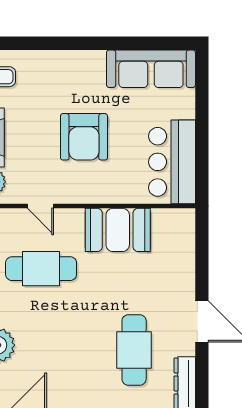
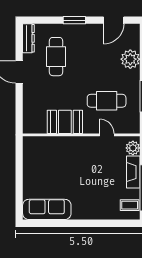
armchair: (84, 137) -> (83, 172), removed
bar counter: (172, 162) -> (35, 159), removed

